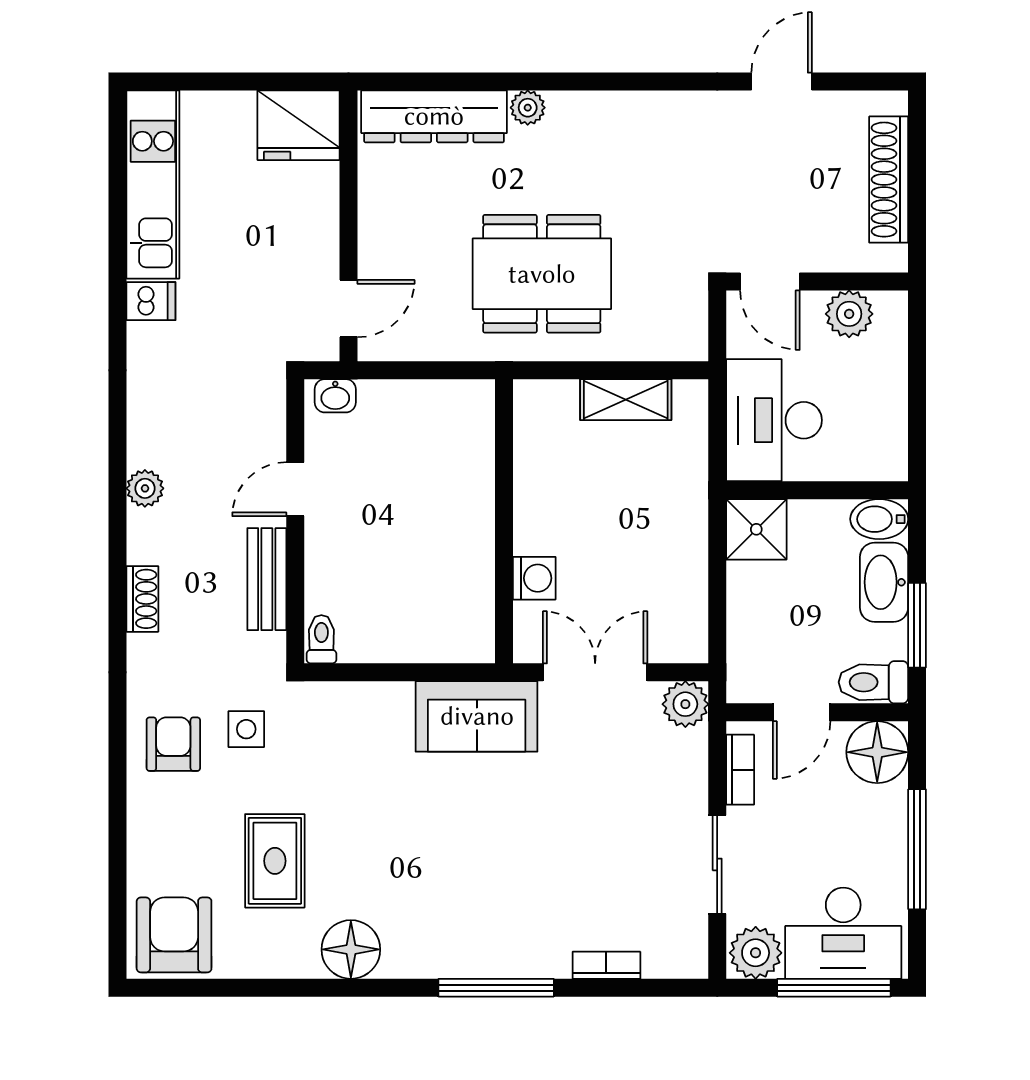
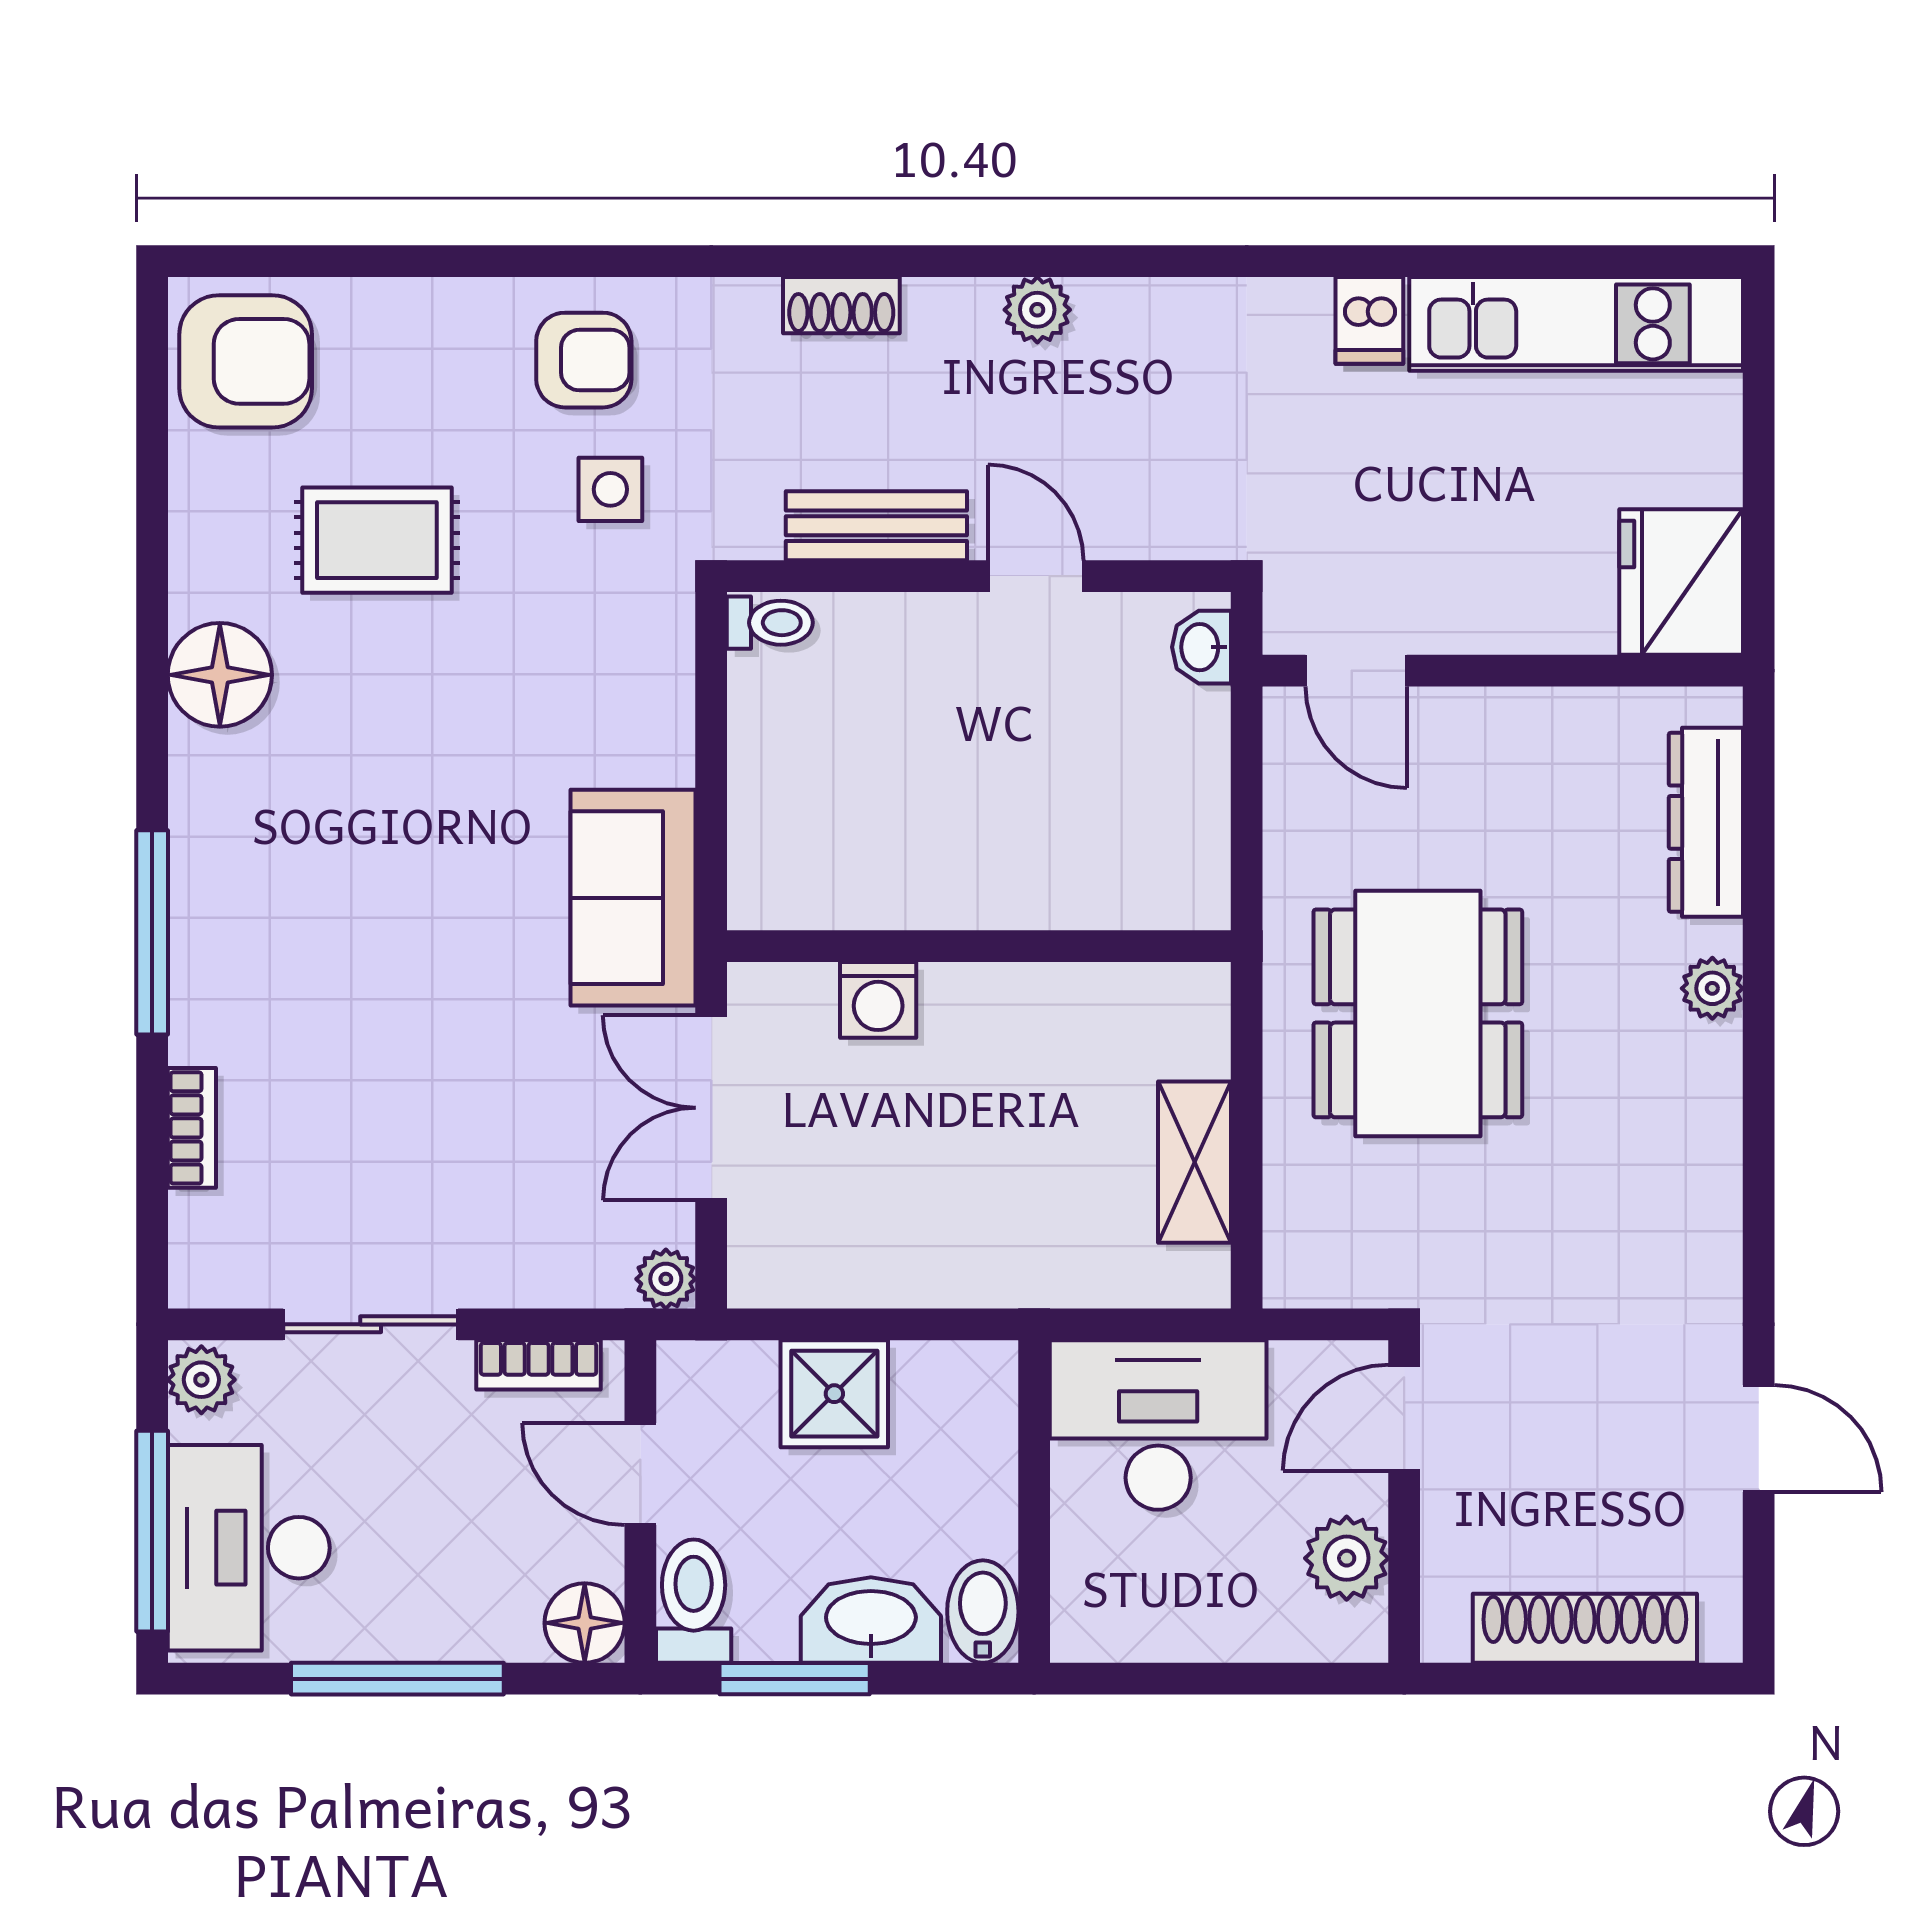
dresser: (434, 116) -> (1706, 822), width x0.73, depth x0.80
shower: (756, 529) -> (834, 1394), moved
double door: (595, 672) -> (711, 1108), swing flipped
plant: (685, 704) -> (666, 1279), width x0.73, depth x0.73
floor lamp: (877, 752) -> (585, 1623), width x0.73, depth x0.73
plant: (756, 953) -> (201, 1380), width x0.73, depth x0.73

